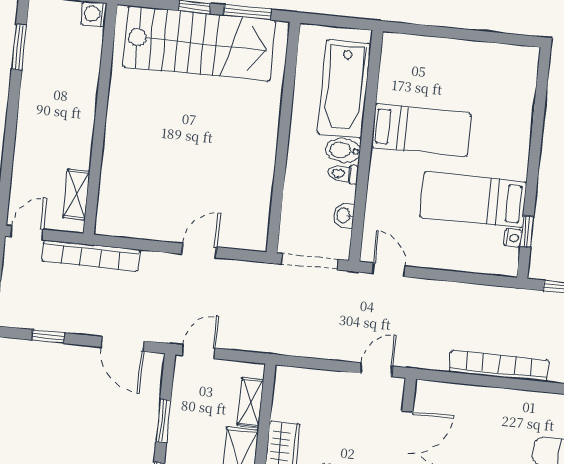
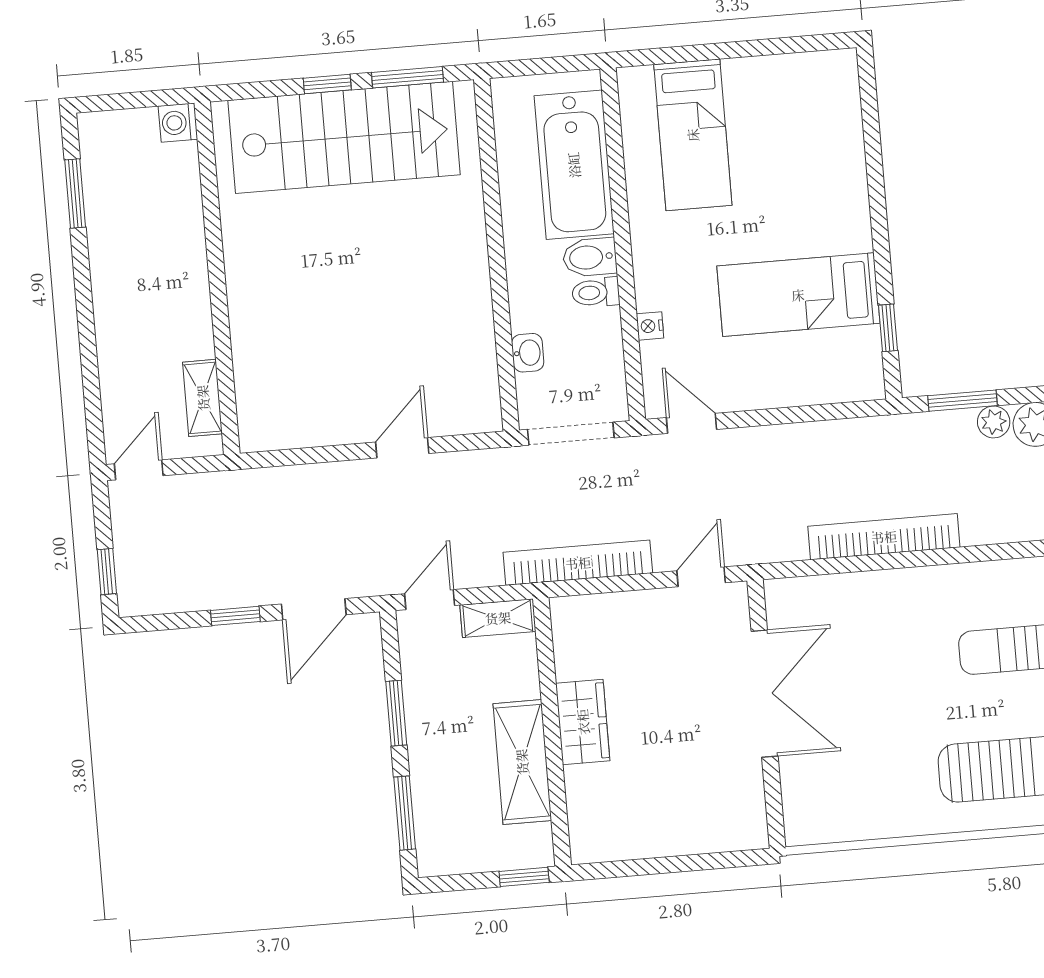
bed: (421, 130) -> (693, 135), moved, turned 90
washbasin: (344, 215) -> (528, 353), moved, turned 180
nightstand: (513, 238) -> (650, 326), moved, turned 180
bookcase: (91, 256) -> (578, 563), moved, turned 180
window: (48, 336) -> (235, 616), moved
door: (123, 344) -> (314, 609), hinge flipped
shelving: (251, 403) -> (498, 618), moved, turned 90

